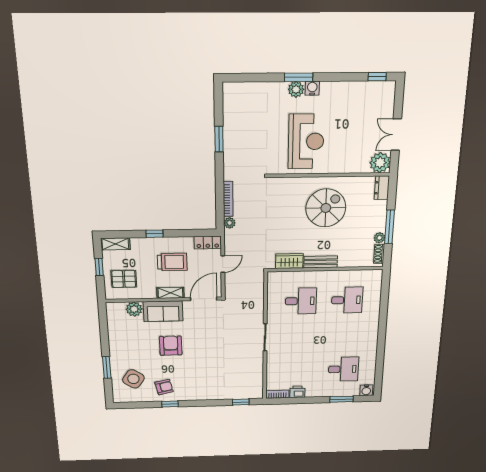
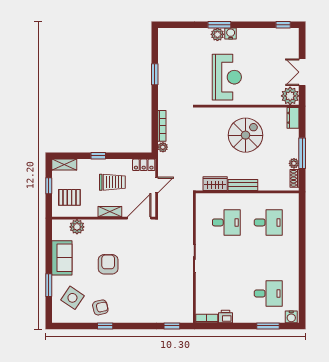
sofa: (163, 311) -> (62, 258), moved, turned -90

